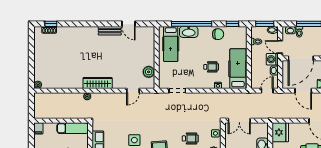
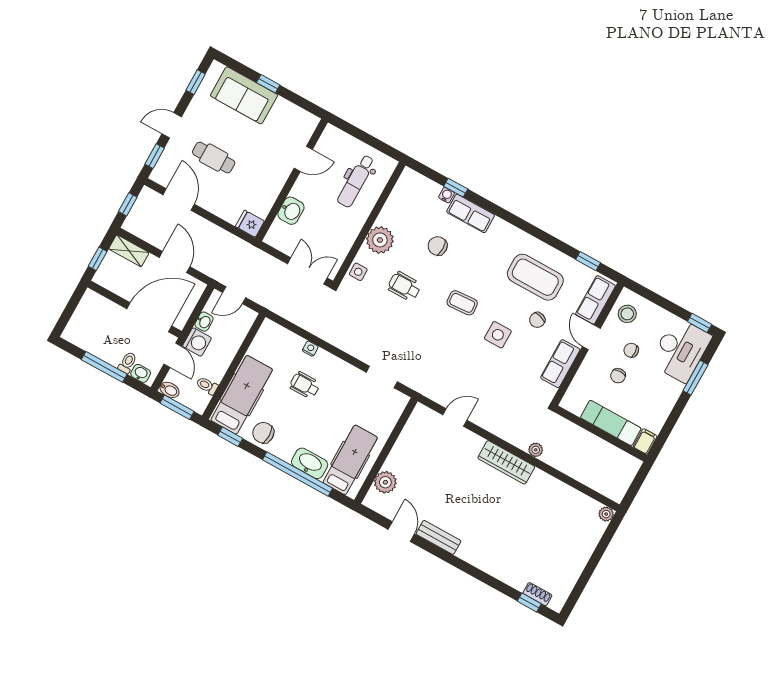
hospital bed: (238, 69) -> (242, 395), moved, turned 180
plant: (149, 72) -> (385, 482), moved
exam couch: (73, 128) -> (611, 423), moved
fridge: (280, 132) -> (250, 224), width x0.53, depth x0.75

